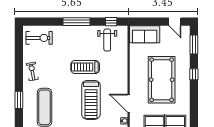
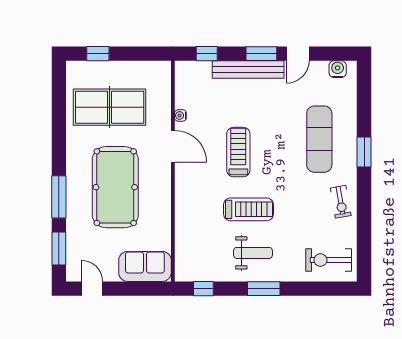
window: (76, 22) -> (264, 289), width x0.69
weight bench: (107, 40) -> (253, 253), moved, turned 90
window: (194, 74) -> (59, 197), width x2.17
treadmill: (91, 100) -> (238, 152), width x0.73, depth x0.73

